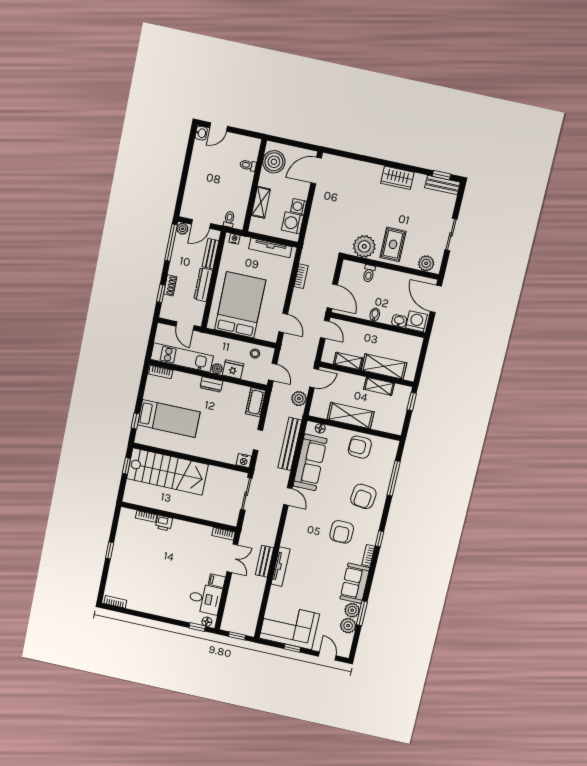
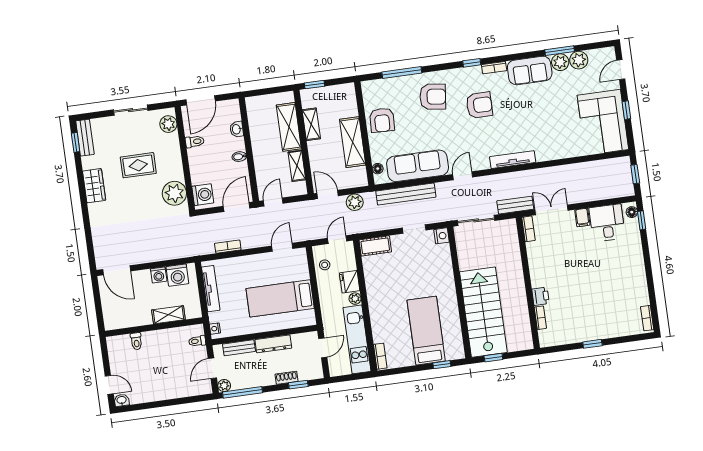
boiler: (274, 162) -> (123, 316), removed
door: (201, 224) -> (212, 368), swing flipped
rug: (393, 244) -> (138, 165), moved
toilet: (369, 273) -> (195, 142), moved
bed: (240, 305) -> (280, 298), width x0.67
washing machine: (416, 321) -> (203, 195), moved, turned 180
dresser: (211, 384) -> (374, 299), removed
bench: (265, 561) -> (515, 205), moved
tv unit: (281, 567) -> (513, 160), moved

